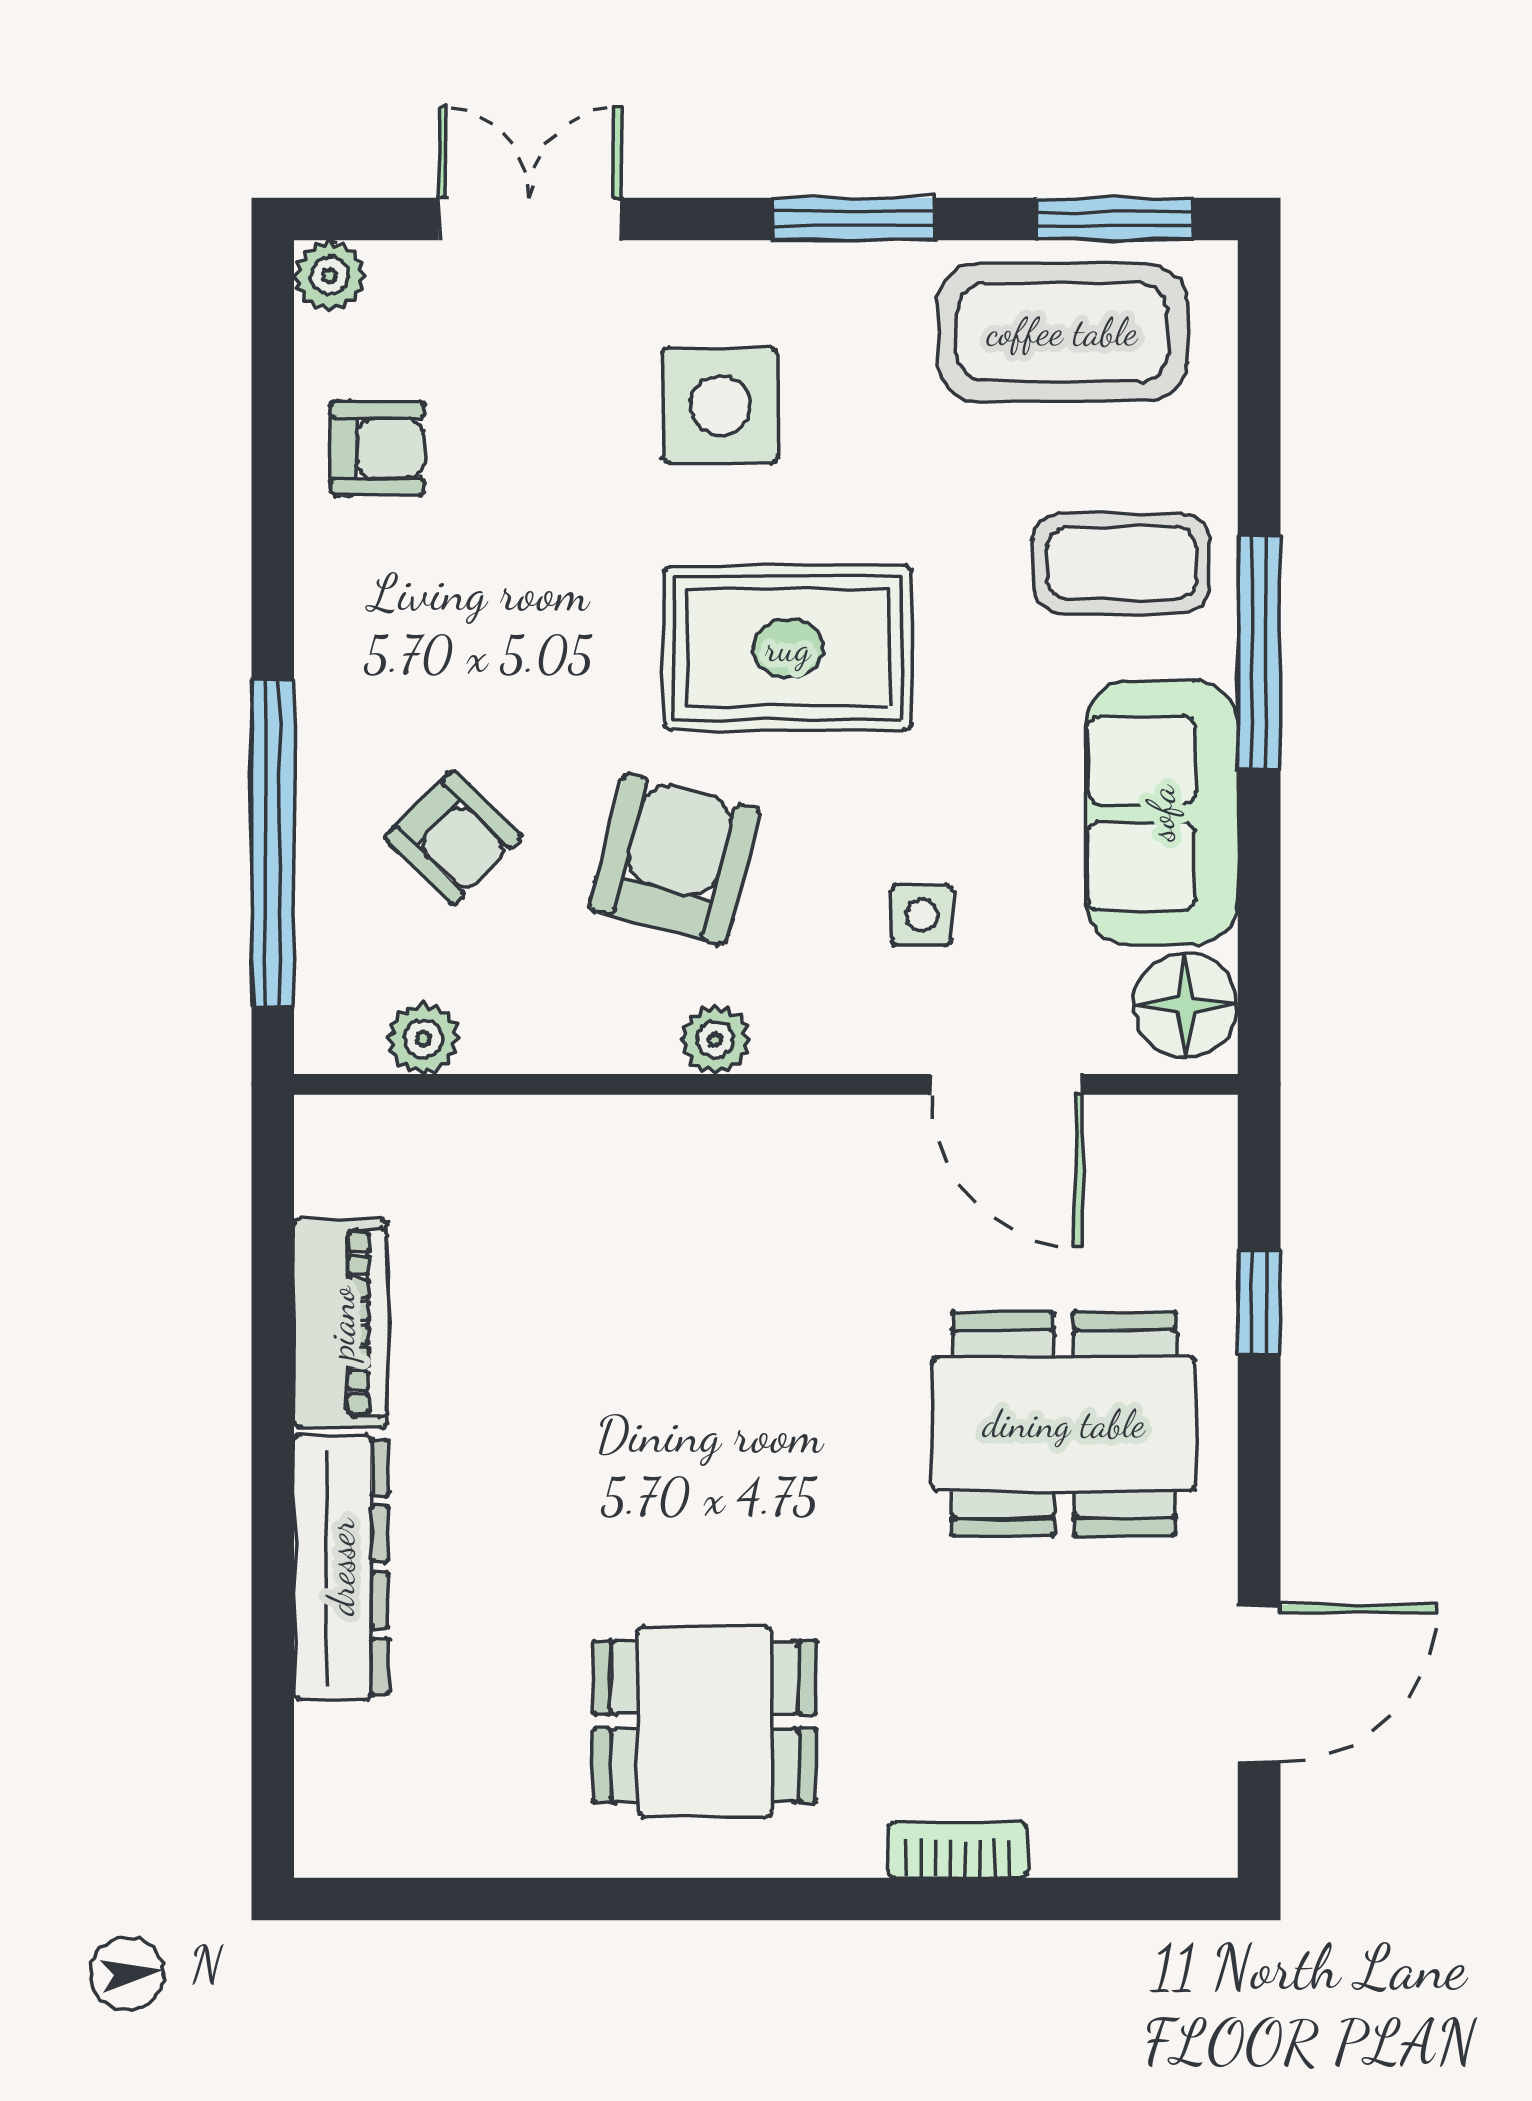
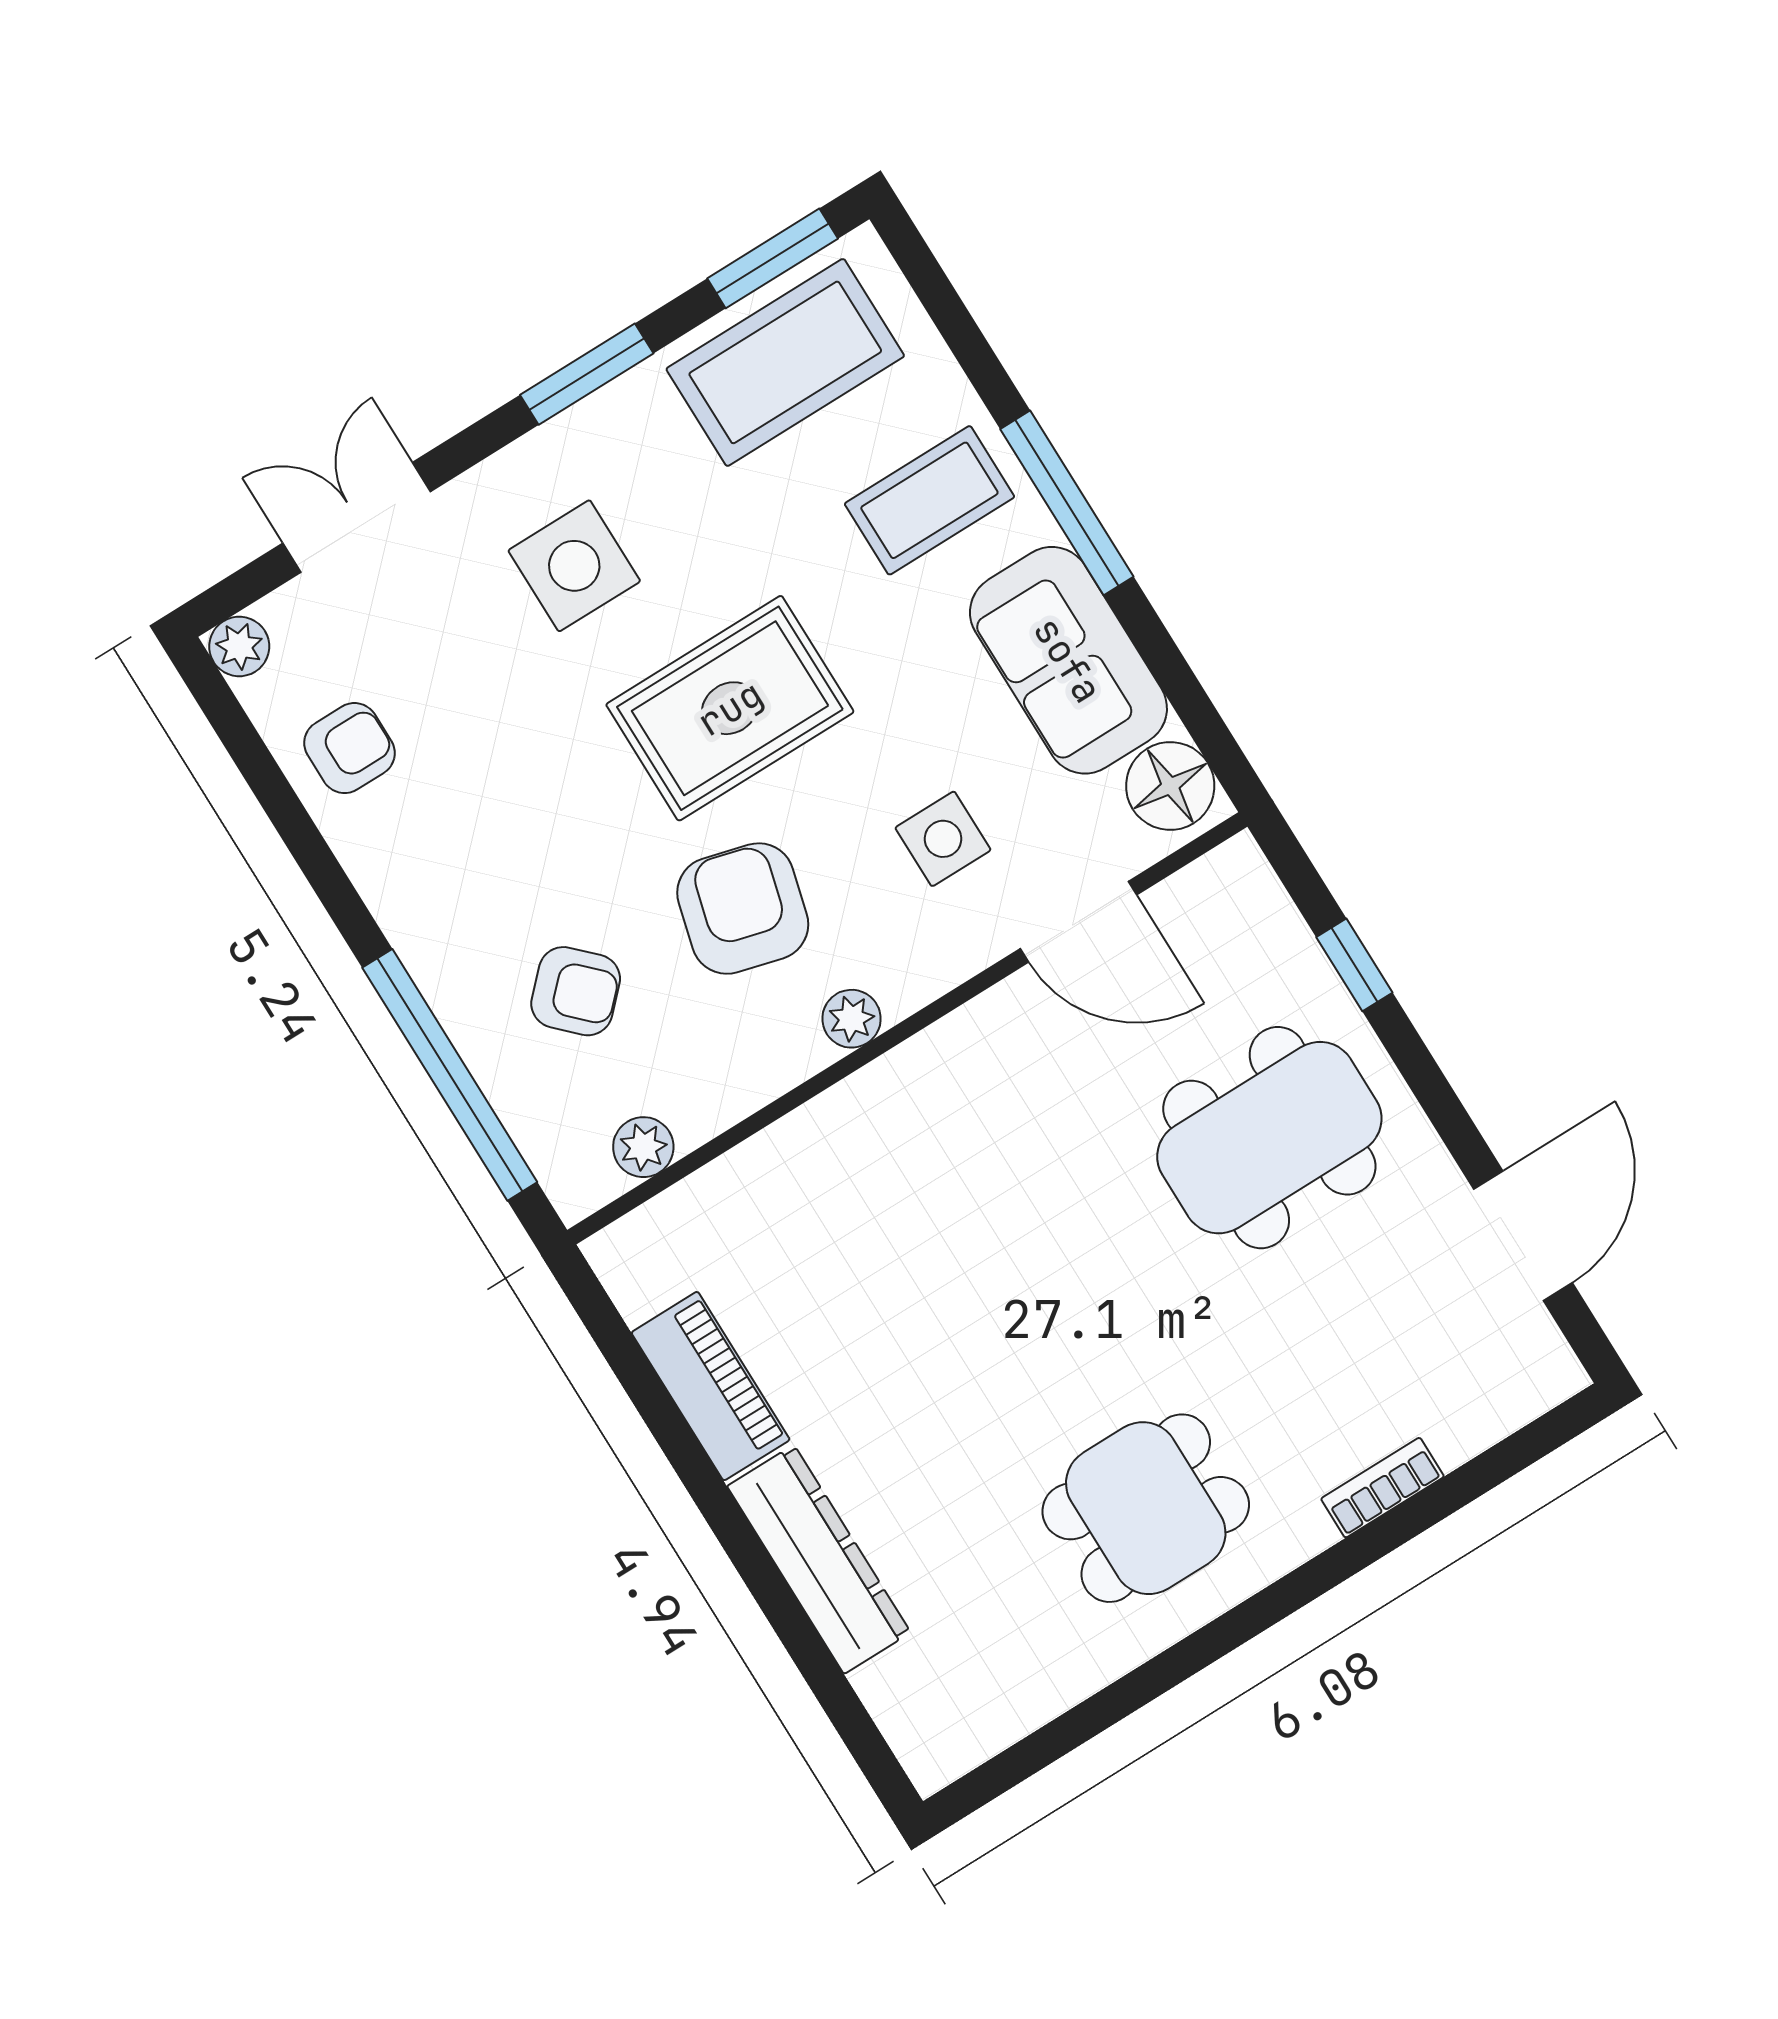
side table: (922, 915) -> (943, 839), width x1.37, depth x1.37

